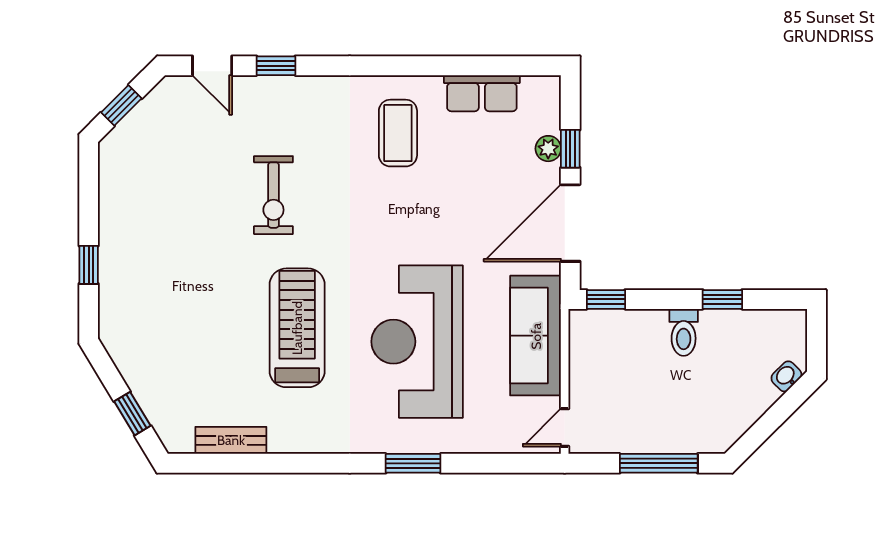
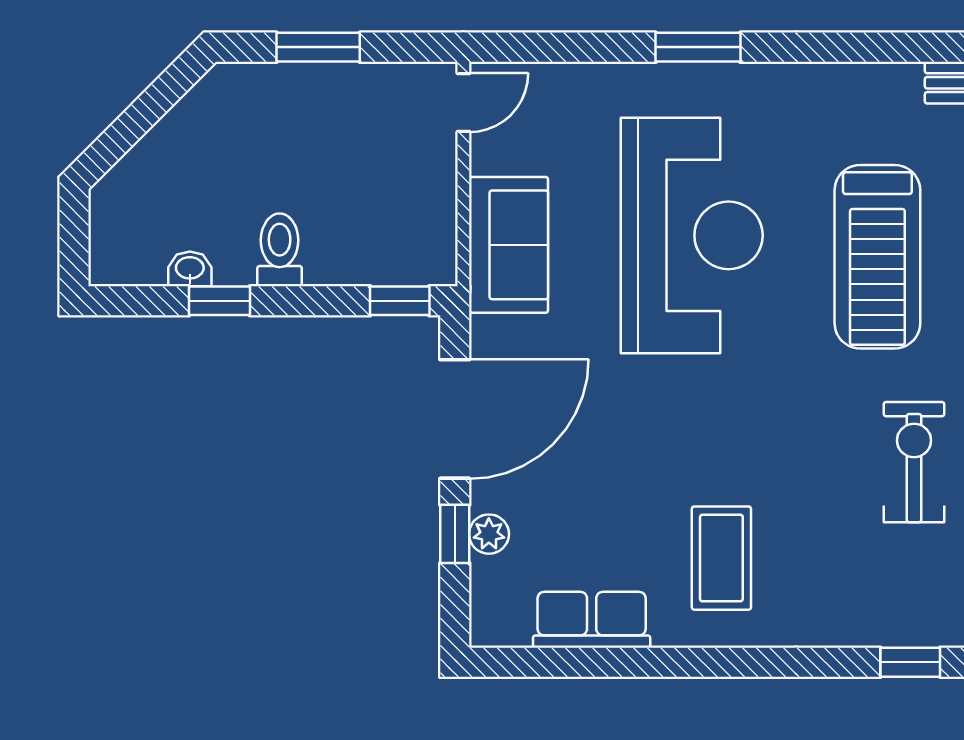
sofa: (536, 336) -> (509, 245), width x0.73
washbasin: (786, 376) -> (190, 269), moved, turned -135
window: (659, 463) -> (318, 47), width x0.69

